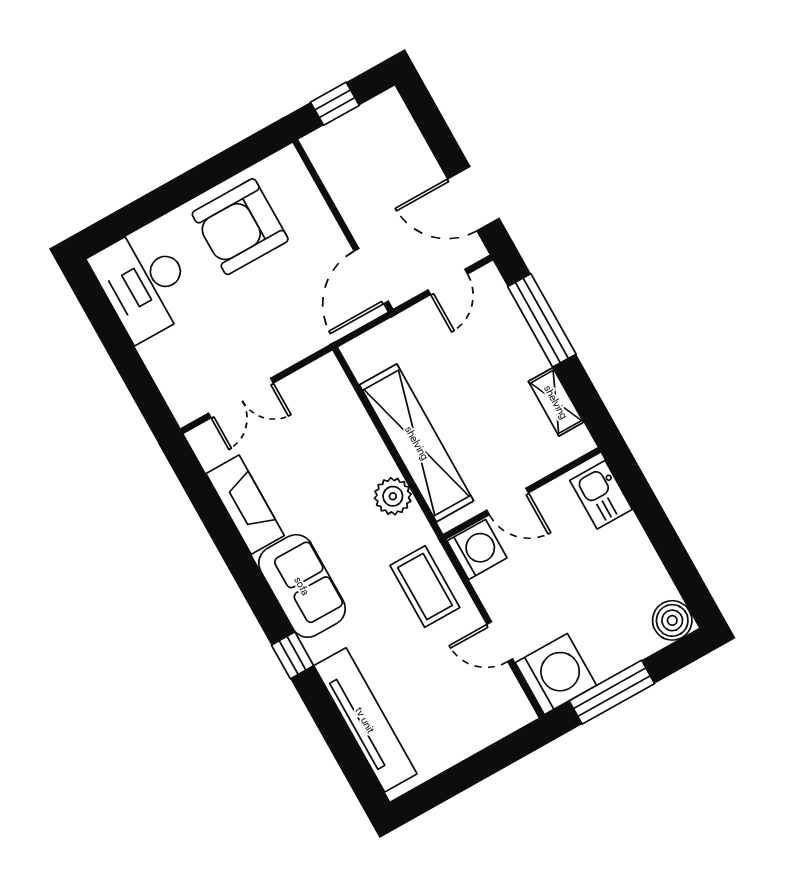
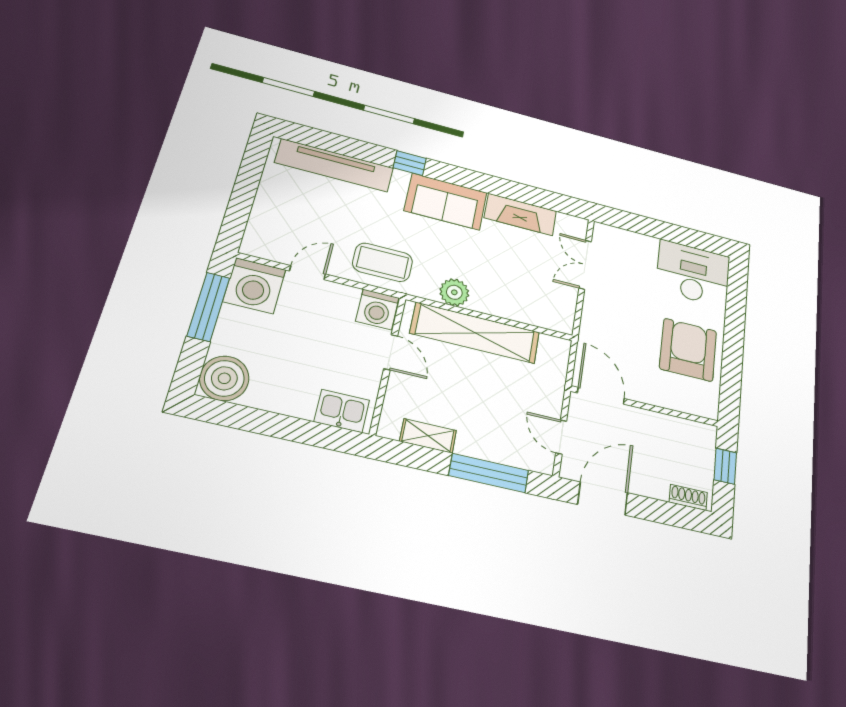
shoe rack: (400, 118) -> (688, 497), added
door: (508, 501) -> (391, 352), swing flipped
boiler: (672, 620) -> (224, 378), width x1.37, depth x1.37

